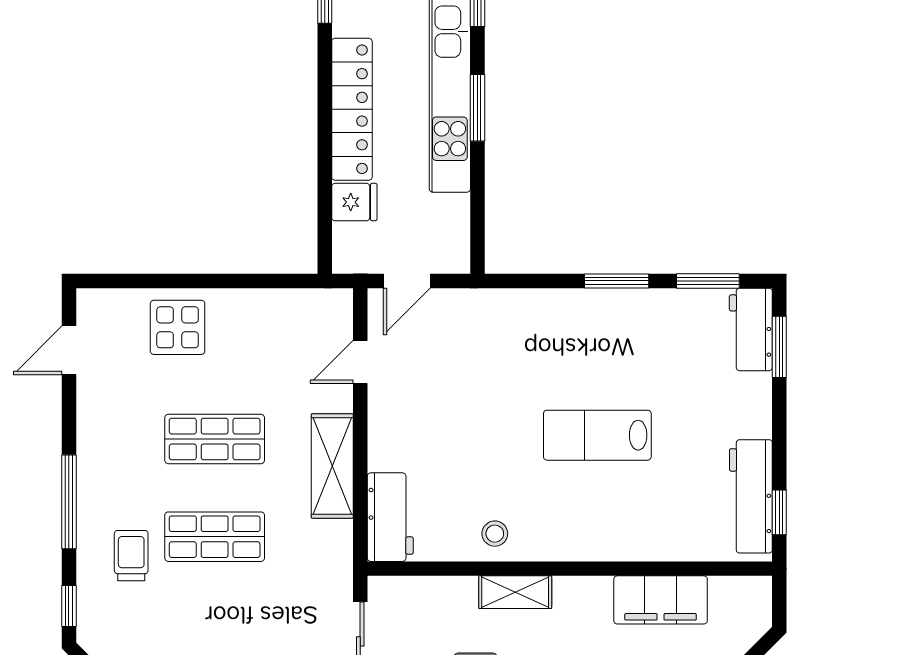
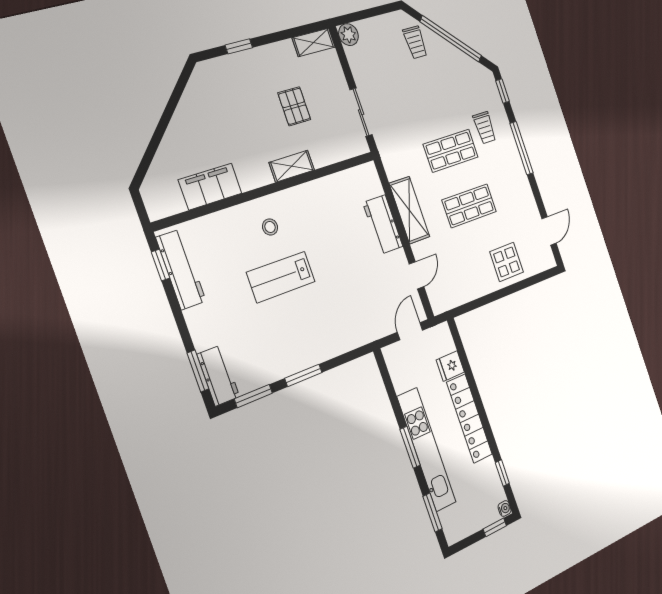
lab bench: (597, 435) -> (281, 277), turned 180
workbench: (390, 517) -> (383, 225), moved
stool: (495, 534) -> (270, 227), moved

